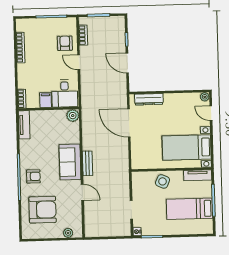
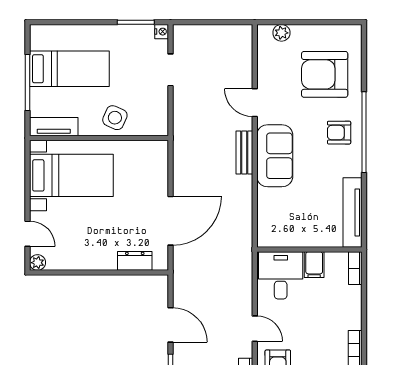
dresser: (149, 99) -> (135, 261), width x0.70
plant: (73, 116) -> (268, 236), removed
door: (129, 123) -> (171, 221), hinge flipped
tv unit: (24, 125) -> (352, 212), width x1.41

